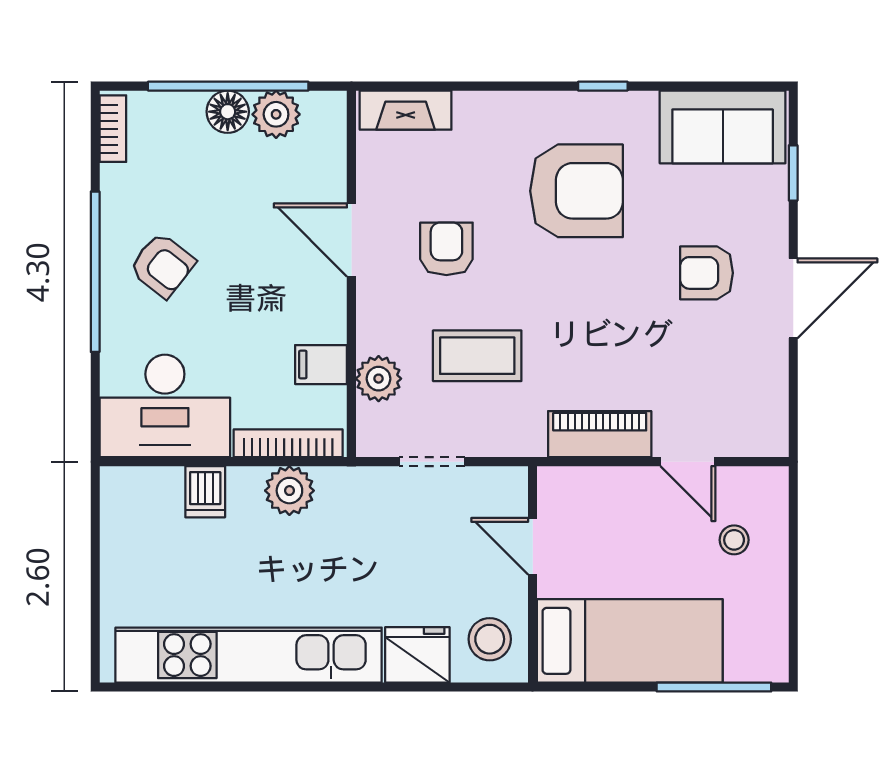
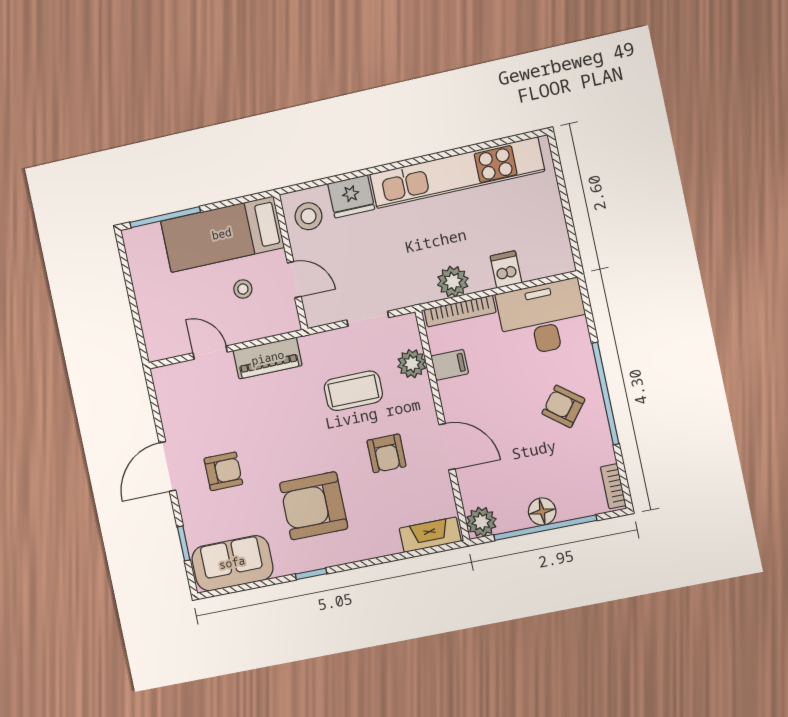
plant: (276, 114) -> (481, 522), moved
stool: (734, 540) -> (243, 289), moved

